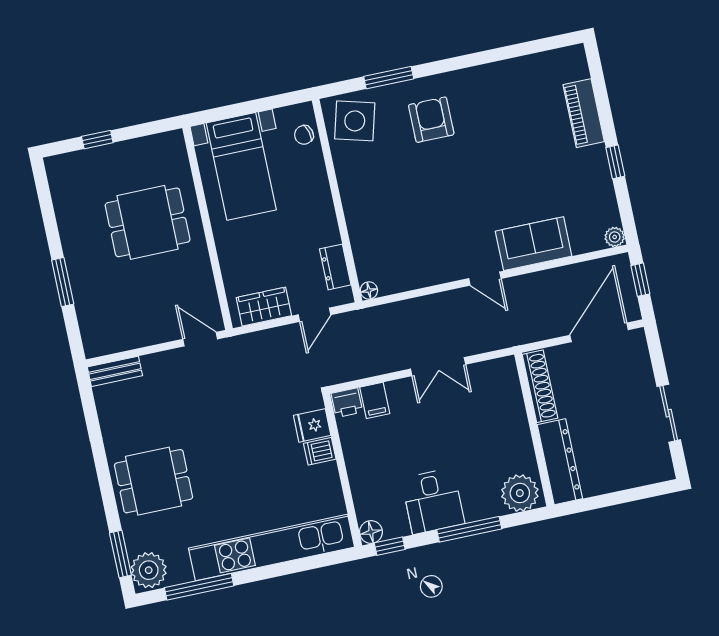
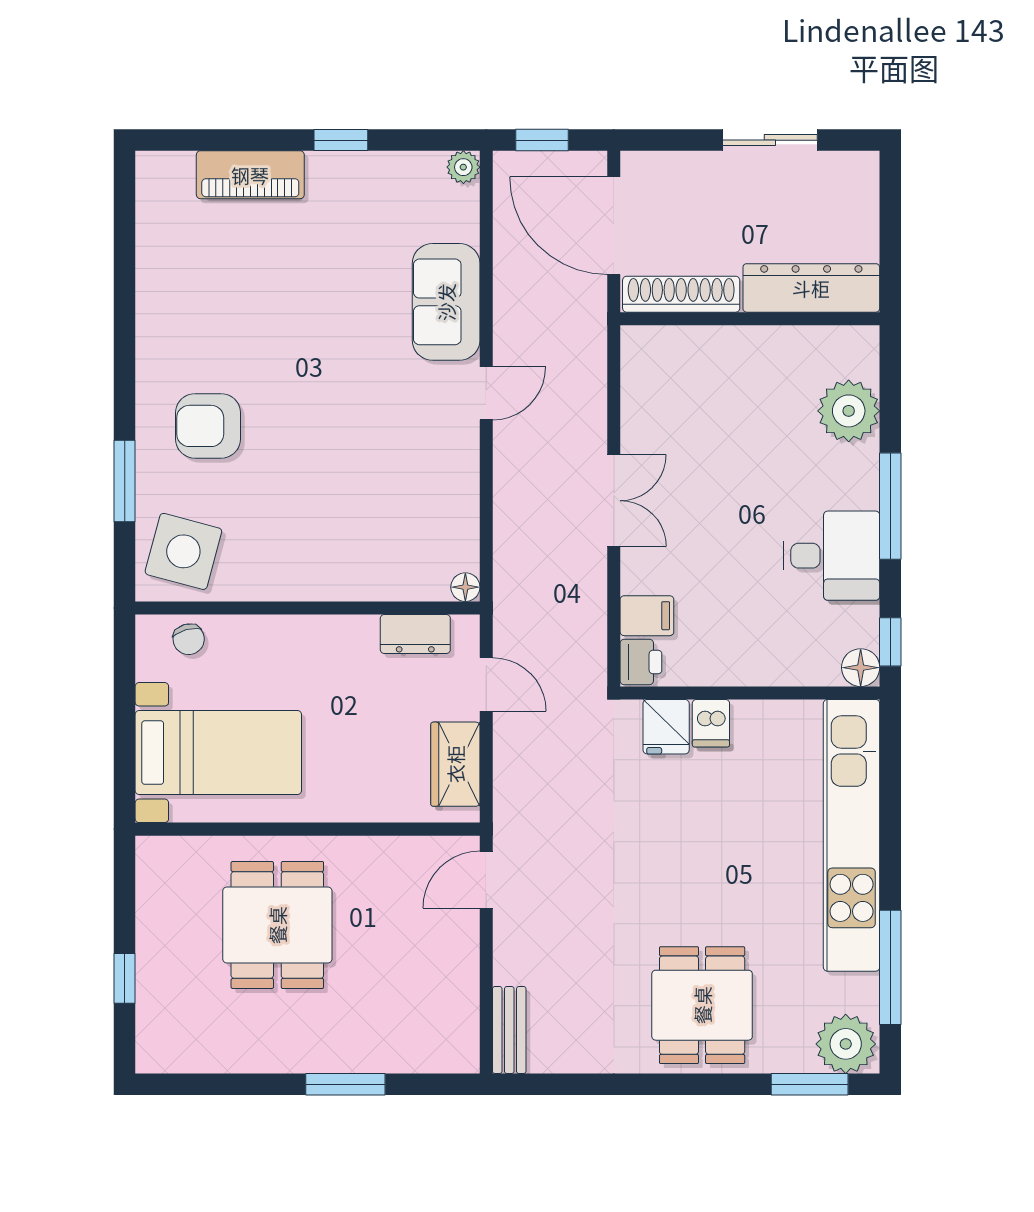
shoe rack: (540, 386) -> (681, 294), moved
wall: (534, 430) -> (750, 319), moved
dresser: (560, 462) -> (811, 288), moved

